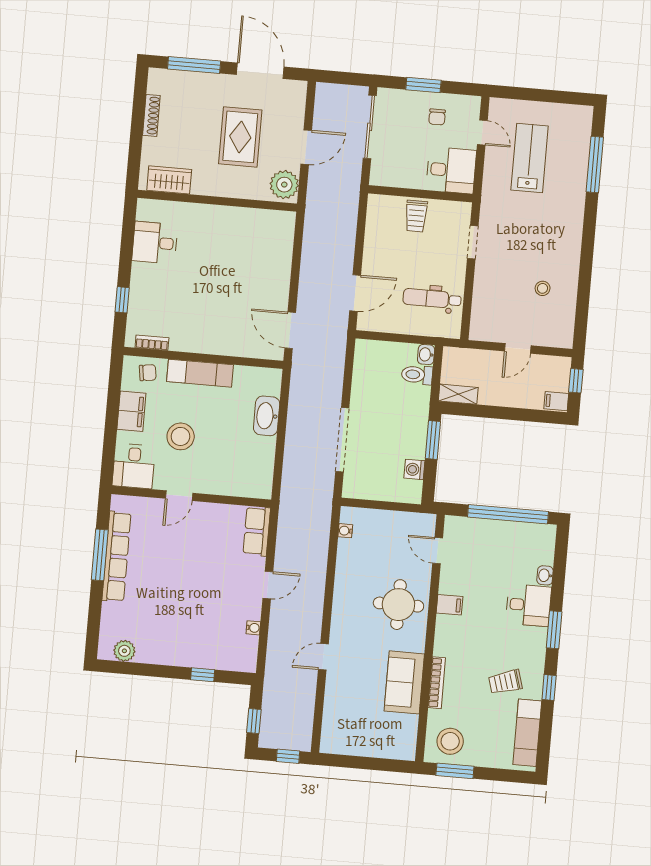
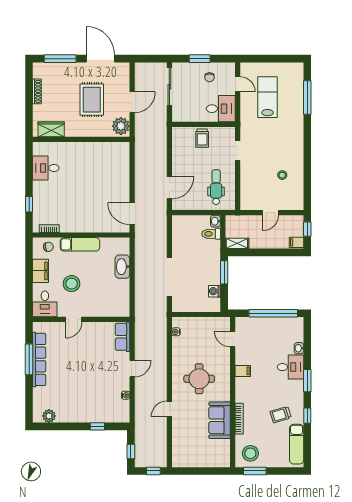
dental chair: (432, 299) -> (216, 187), turned 90
round table: (398, 605) -> (199, 379), moved

